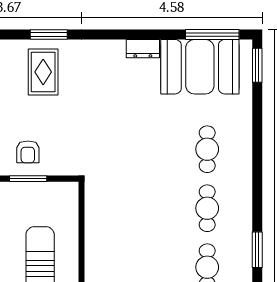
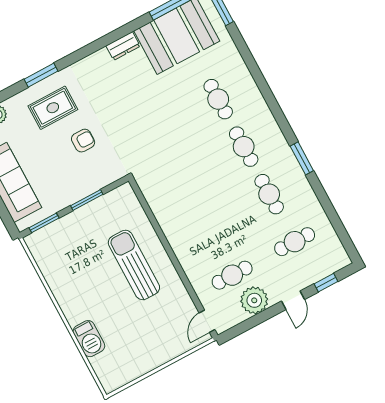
rug: (43, 72) -> (53, 108), turned 90
armchair: (28, 152) -> (83, 141), moved, turned -90

